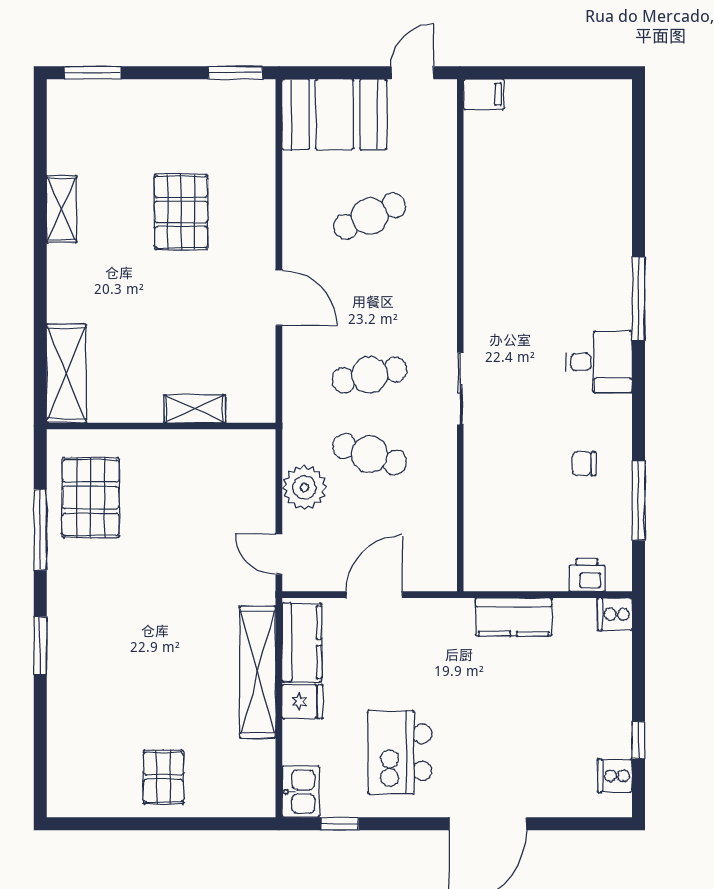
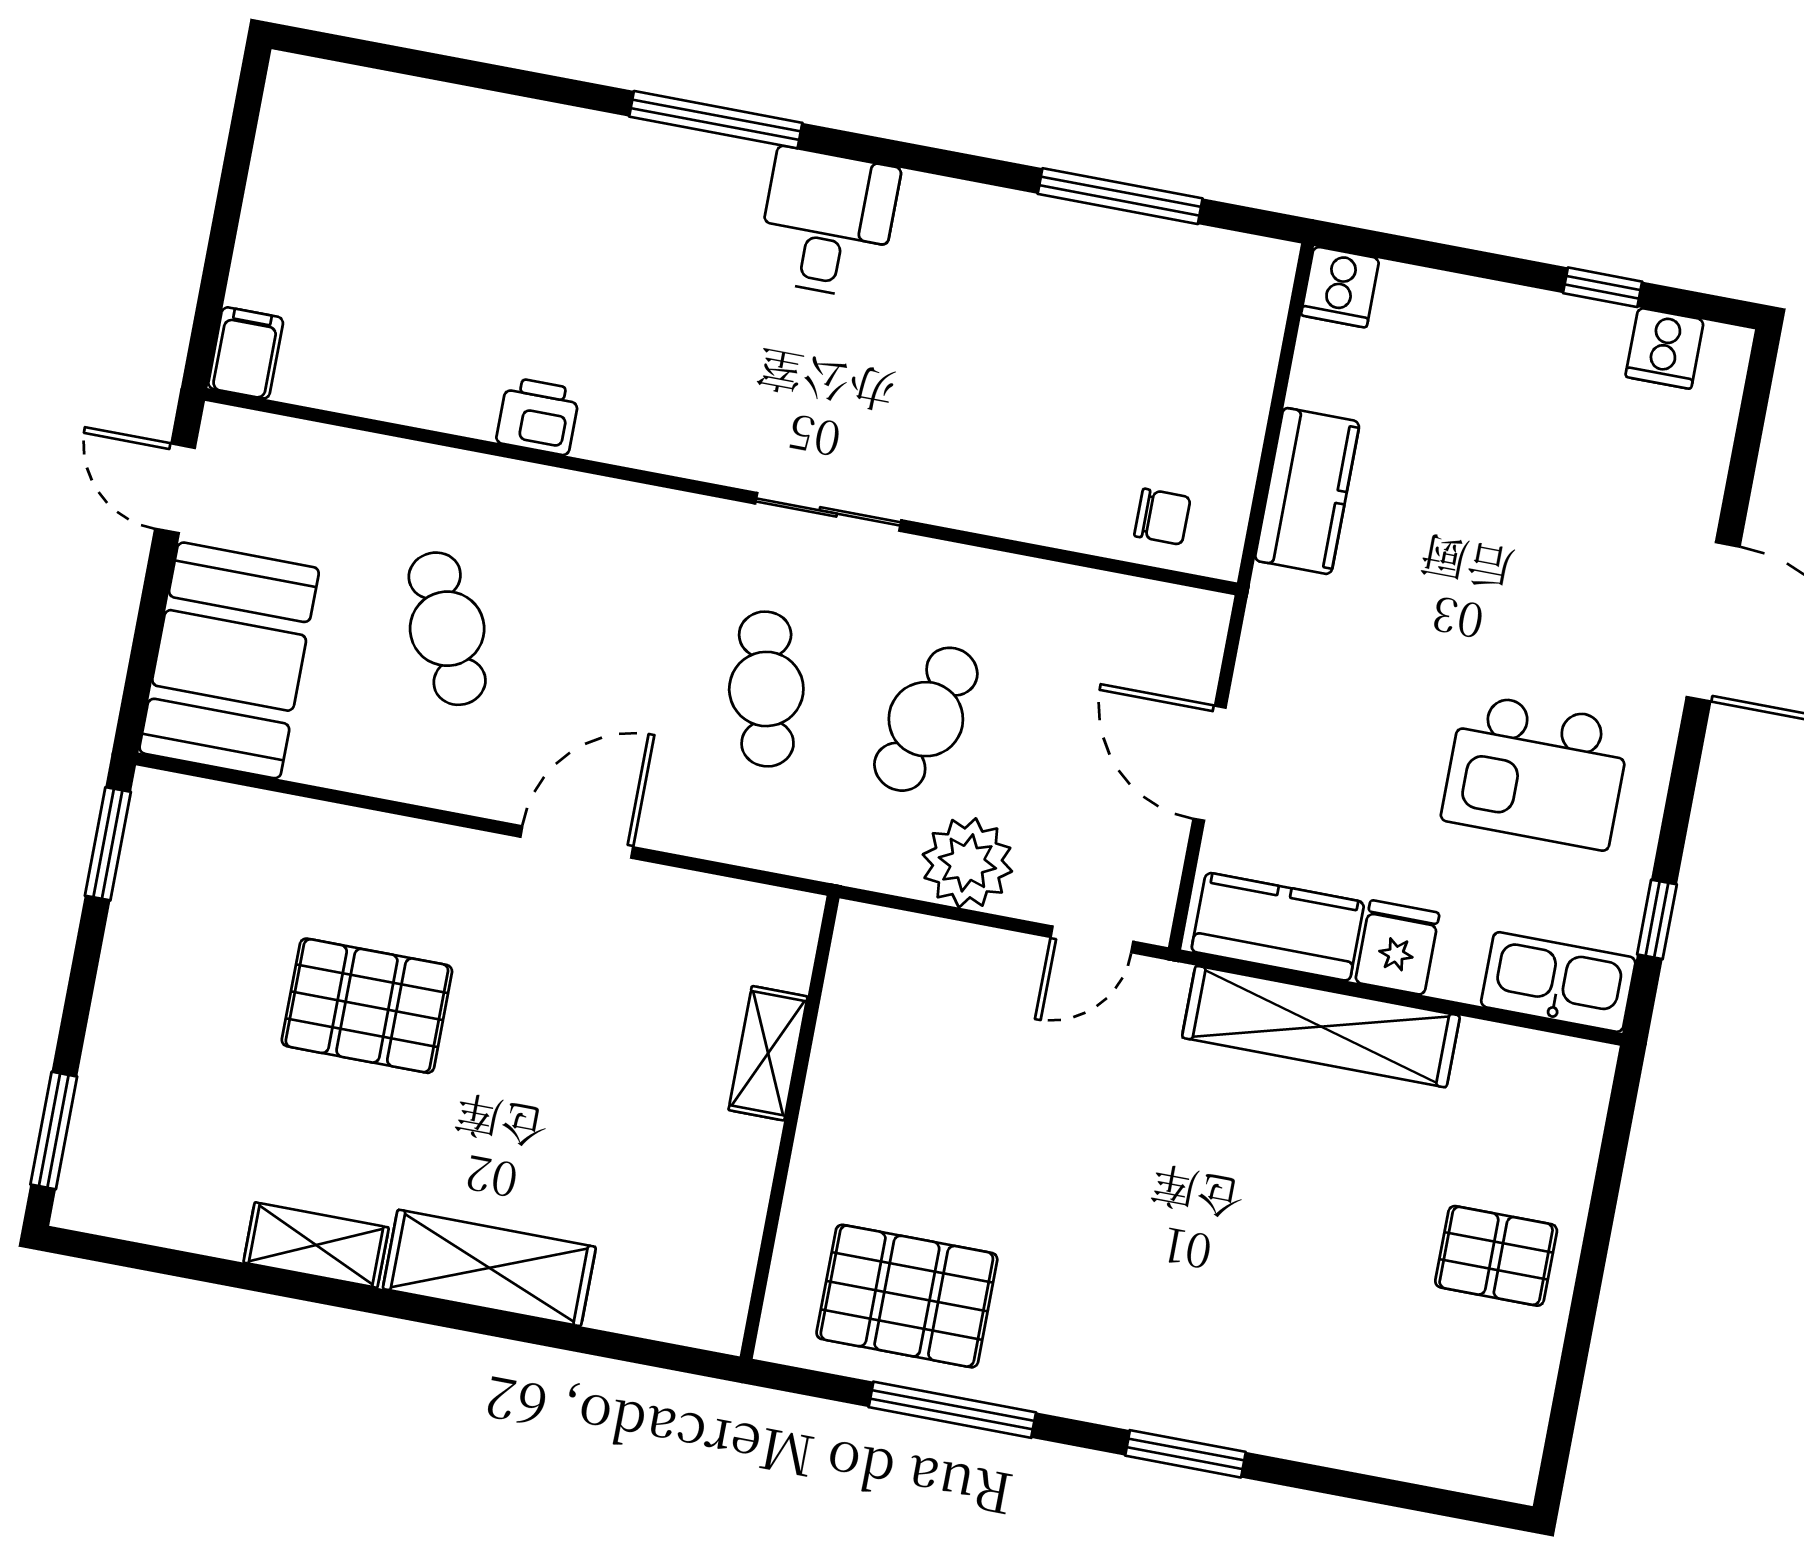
shelving: (66, 373) -> (489, 1268), moved
chair: (584, 464) -> (1162, 517), moved, turned -90
printer: (587, 575) -> (538, 416), moved, turned 90
kitchen sink: (301, 792) -> (1558, 982), width x1.38

